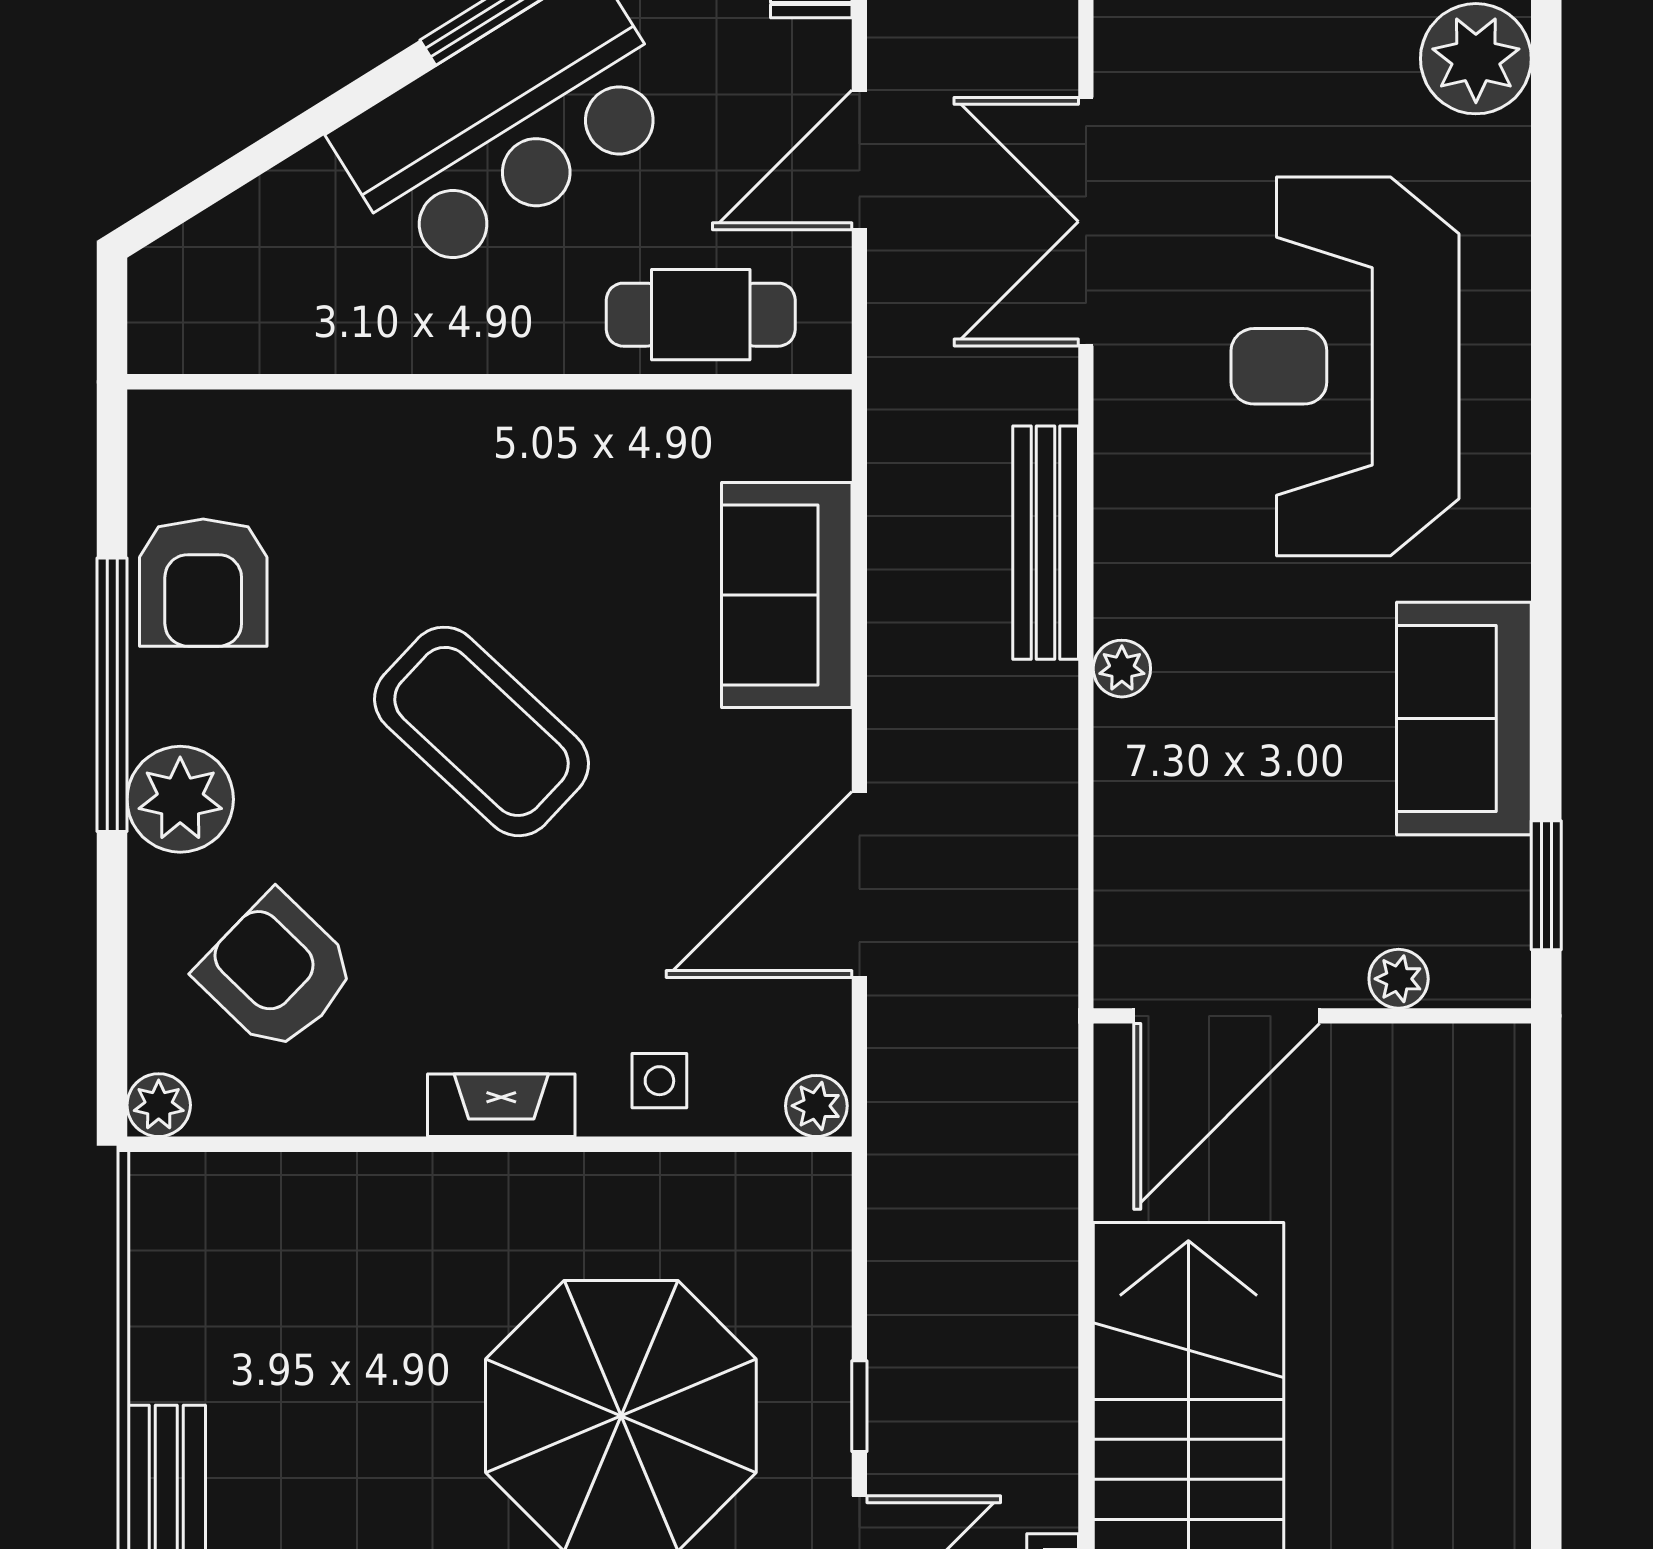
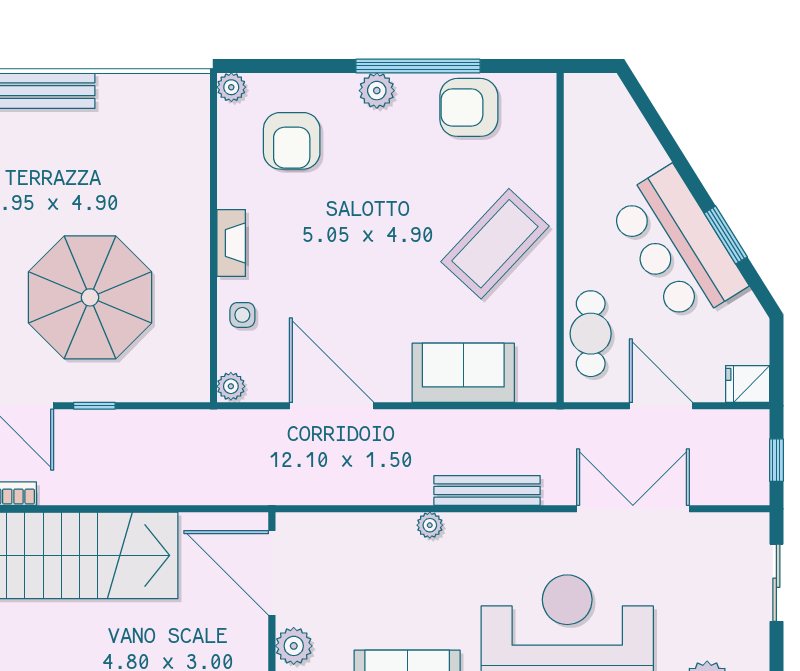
coffee table: (482, 731) -> (495, 244), moved
plant: (180, 799) -> (377, 91), width x0.73, depth x0.73
armchair: (277, 972) -> (292, 141), turned 136
plant: (1399, 979) -> (294, 646), width x1.38, depth x1.38

